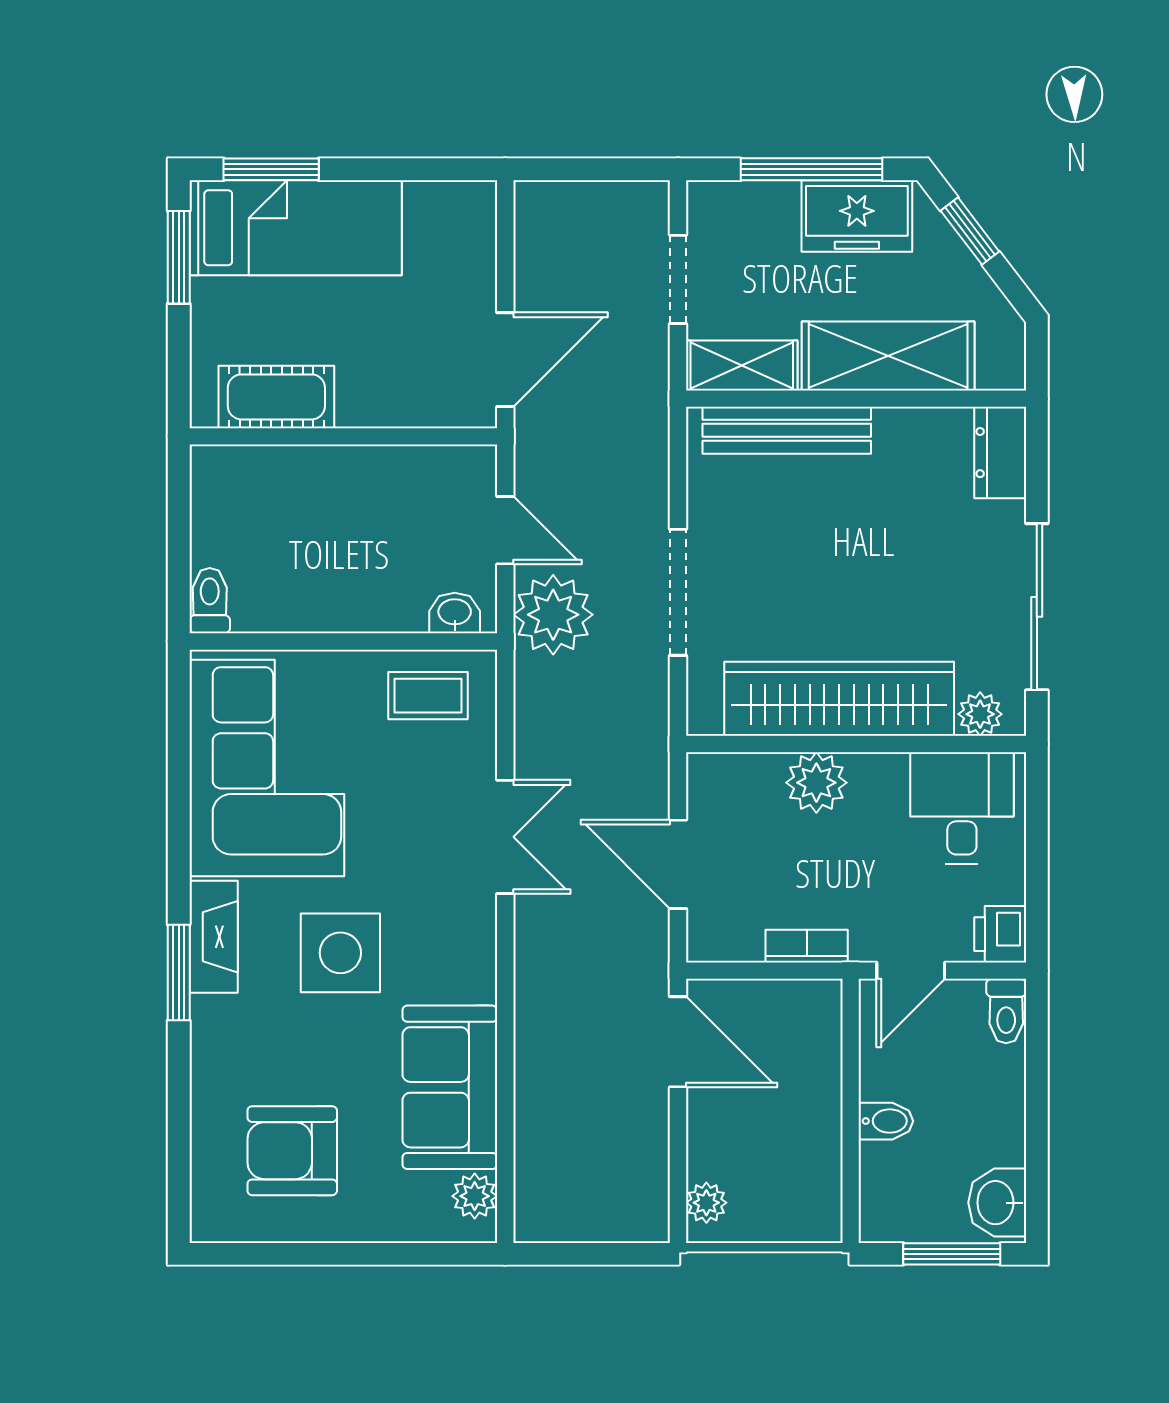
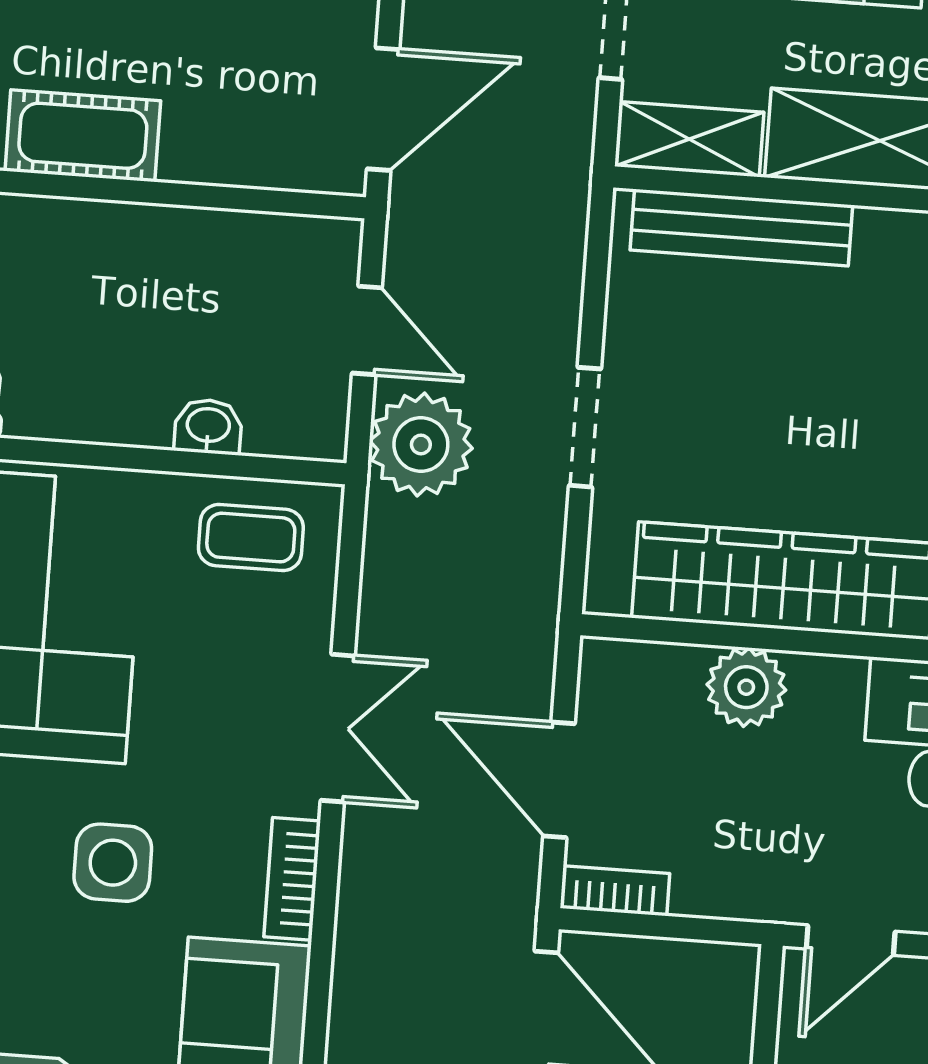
doorway: (678, 592) -> (585, 427), width x0.73
washbasin: (455, 613) -> (208, 427), moved
bookcase: (807, 946) -> (615, 891), moved
side table: (340, 953) -> (113, 863), width x0.73, depth x0.73
bookcase: (479, 955) -> (292, 879), added

